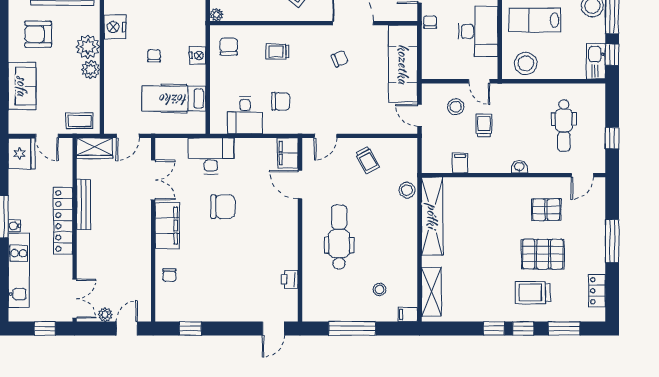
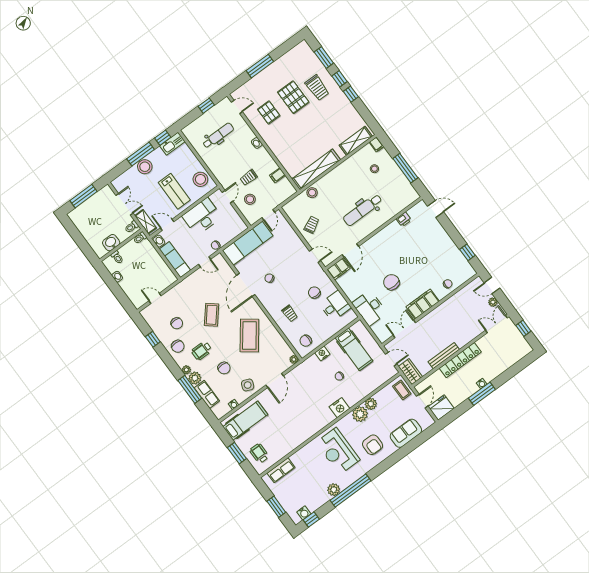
kitchen unit: (19, 270) -> (503, 364), removed
locker: (597, 291) -> (291, 55), removed

